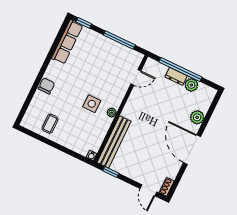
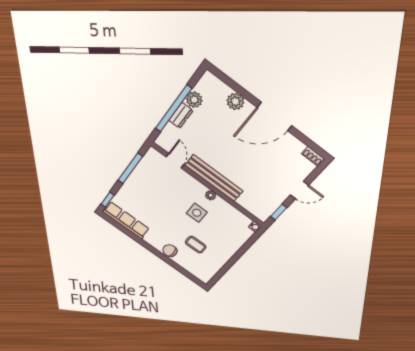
coffee table: (50, 124) -> (196, 245), moved
bench: (114, 142) -> (214, 178), moved
door: (148, 190) -> (299, 190), moved

